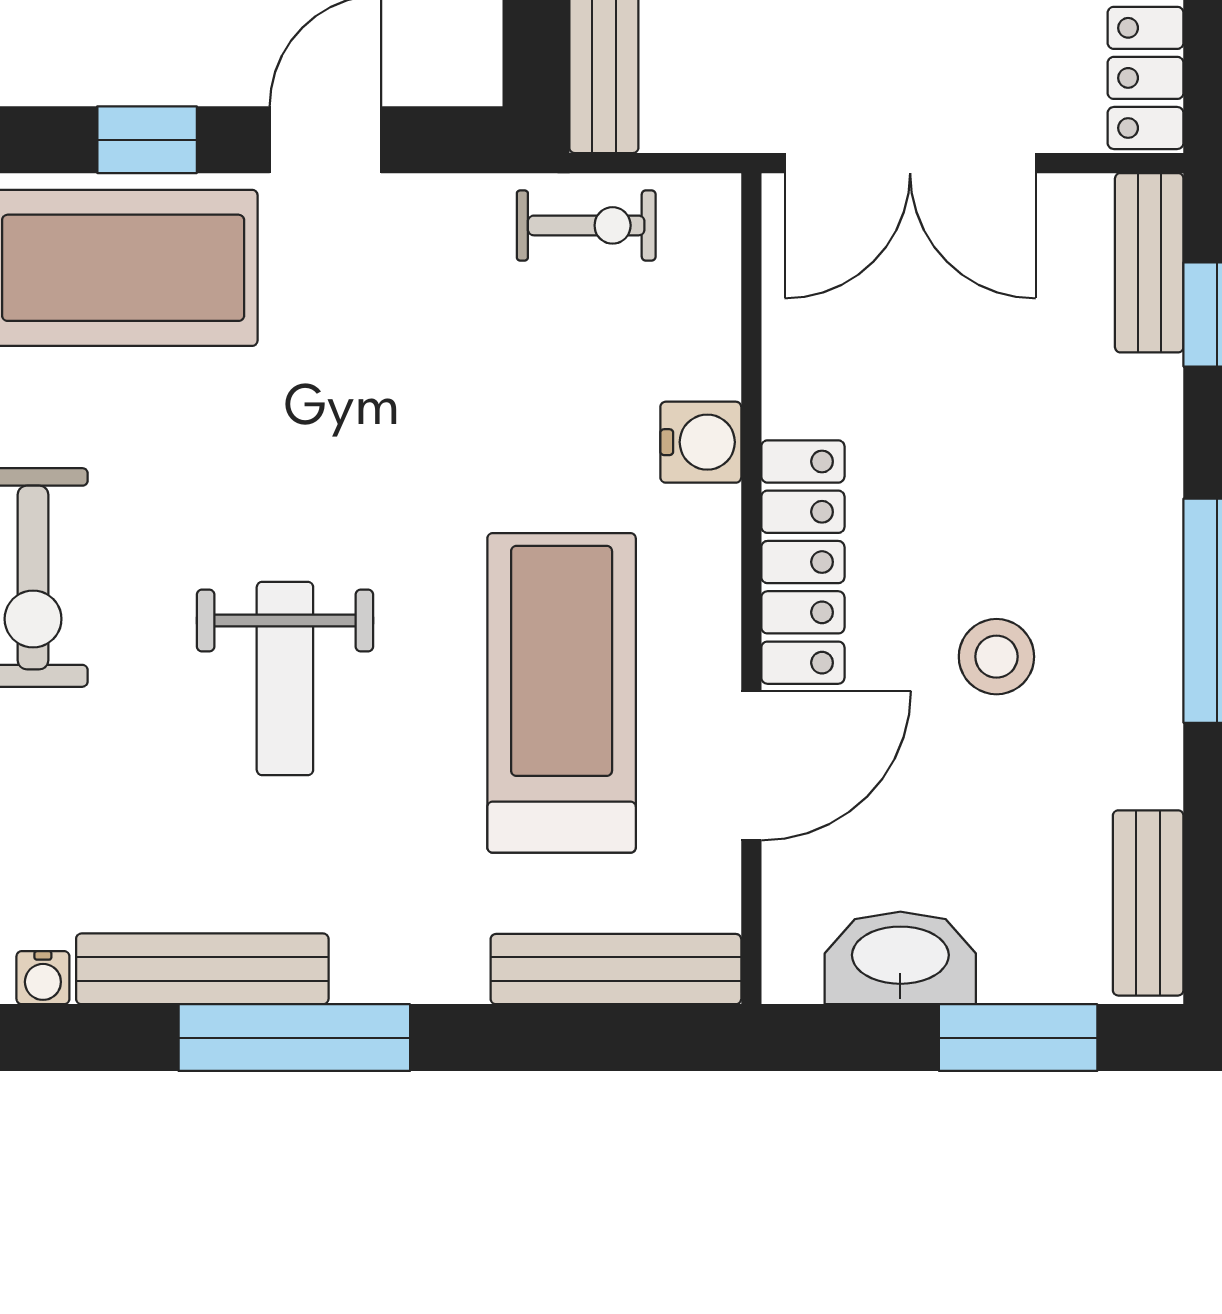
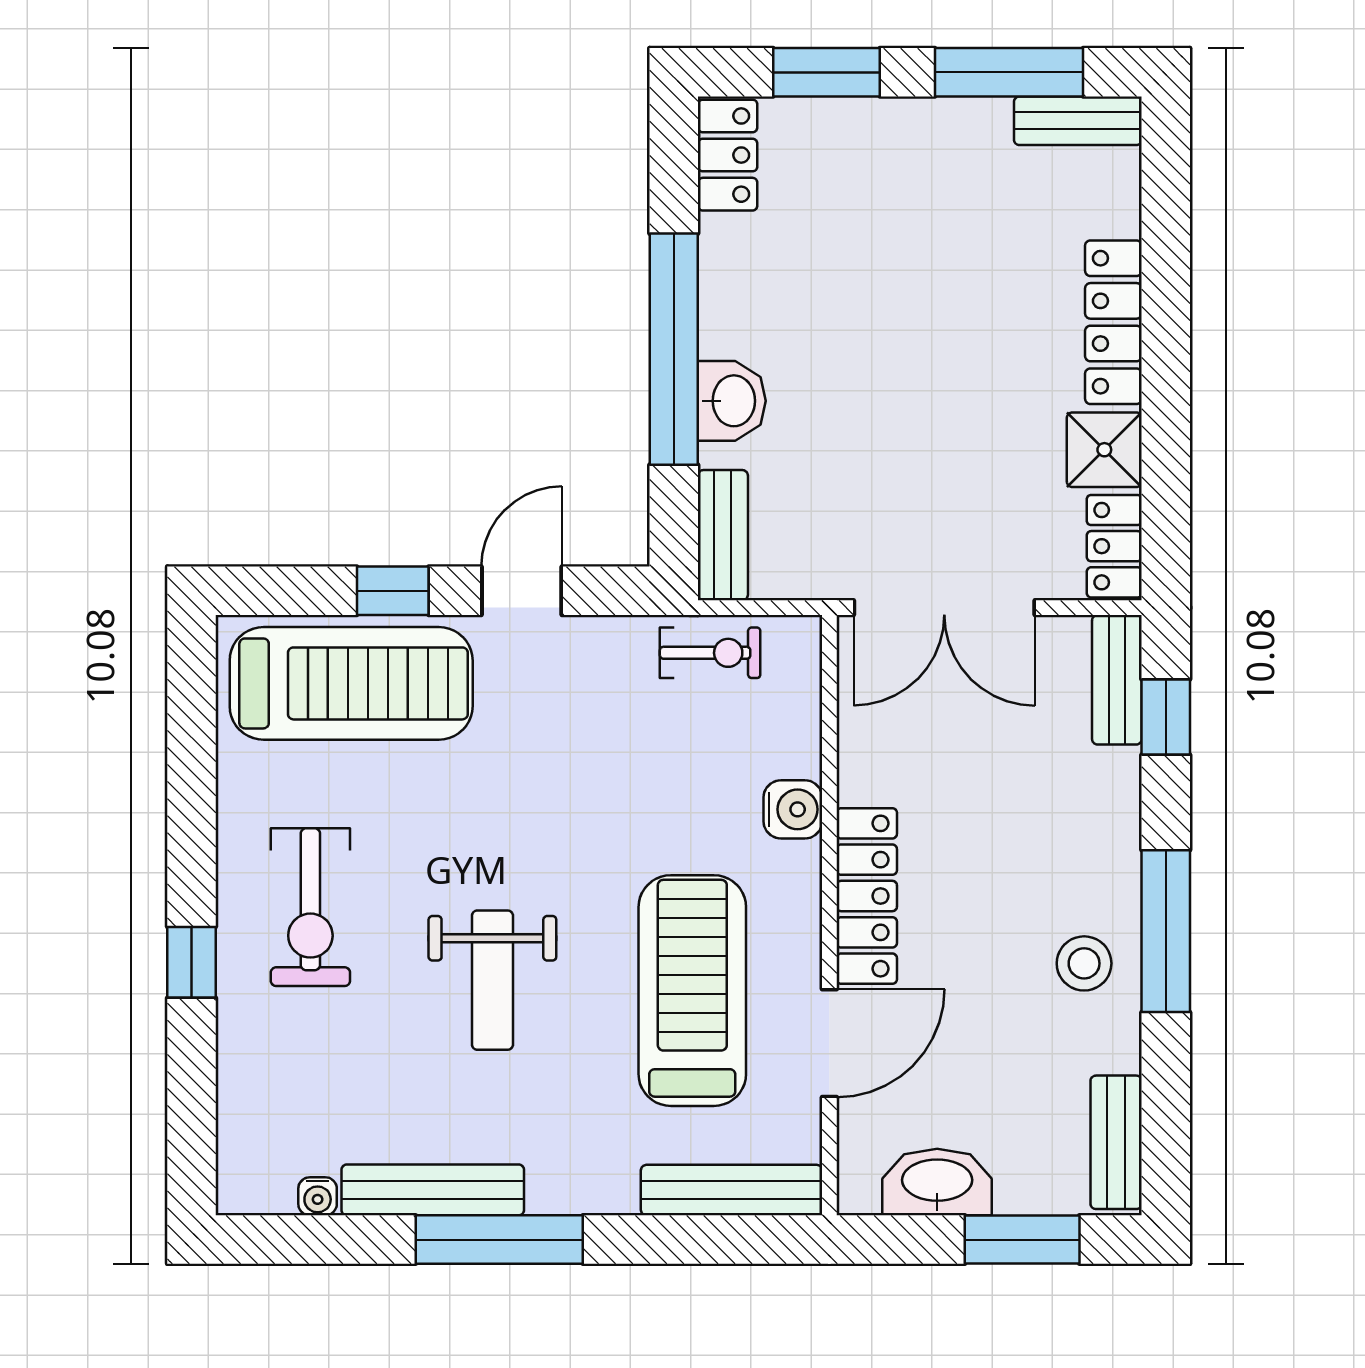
stool: (996, 657) -> (1084, 963), moved

